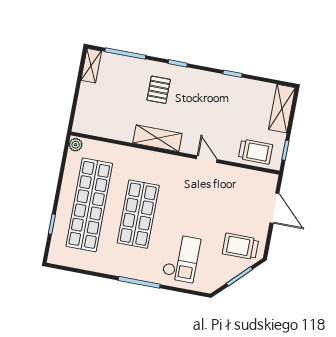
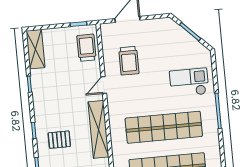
shelving: (282, 109) -> (35, 49), moved, turned 90
shelving: (157, 138) -> (98, 129), width x1.47
shop shelf: (138, 214) -> (164, 127), width x1.40
trolley: (240, 246) -> (129, 61), moved

